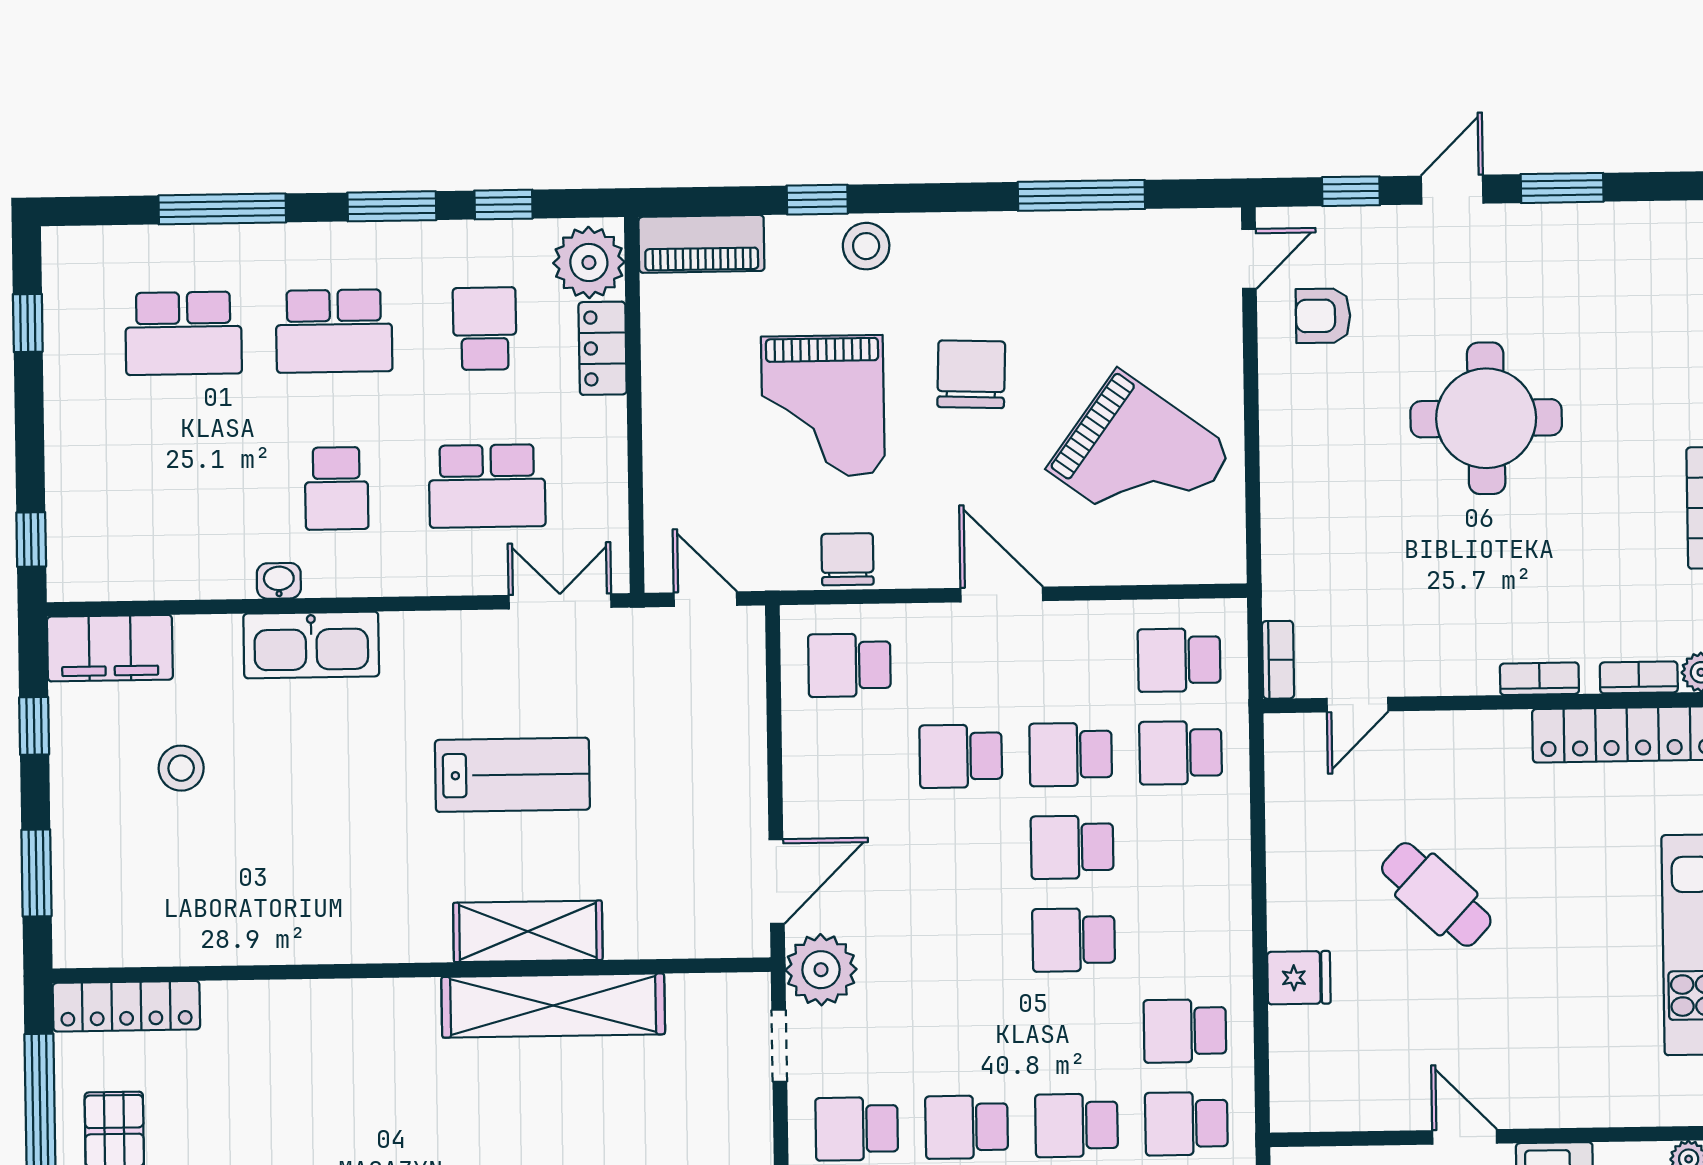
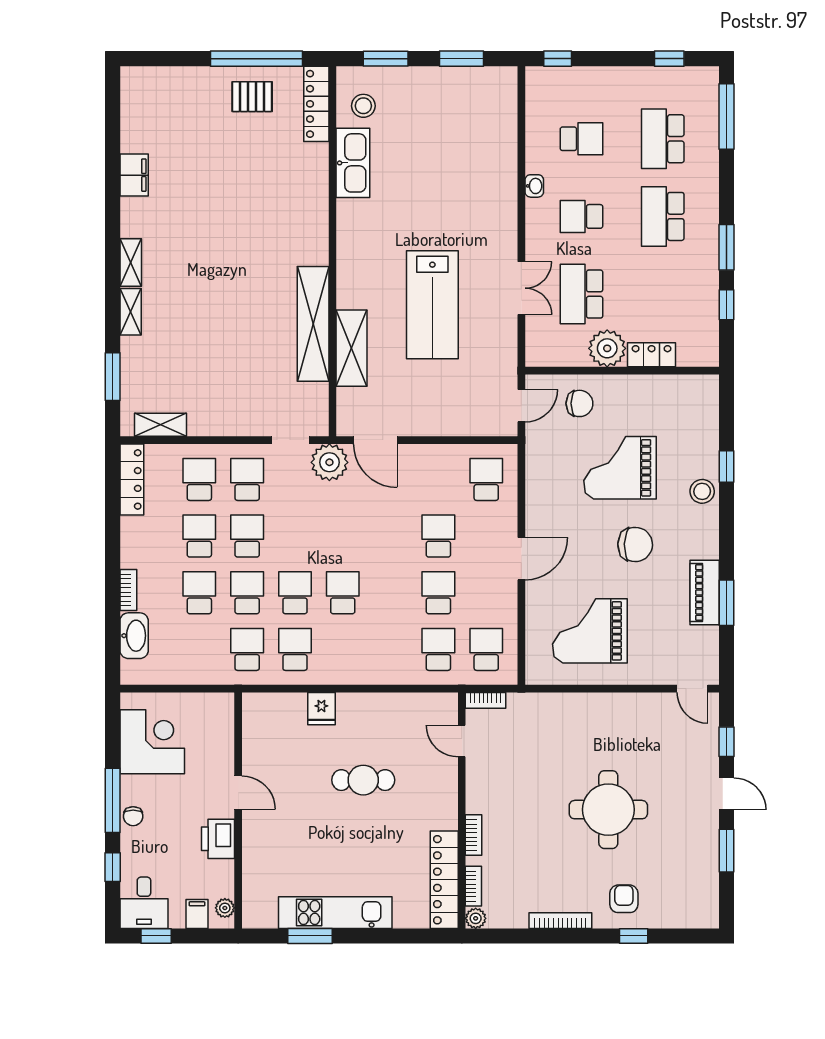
window: (1081, 195) -> (726, 603), width x0.69
window: (222, 209) -> (726, 117), moved
piano: (701, 244) -> (705, 592), moved
plant: (589, 262) -> (607, 348), moved
armchair: (1323, 316) -> (624, 899), moved
school desk: (485, 329) -> (581, 139), moved
grand piano: (1140, 459) -> (590, 631), turned 54
chair: (848, 559) -> (579, 403), moved
double door: (560, 601) -> (521, 288), moved
kitchen sink: (311, 645) -> (353, 163), moved, turned 180
filing cabinet: (110, 648) -> (501, 98), removed
window: (34, 726) -> (462, 59), width x1.50
stool: (181, 768) -> (363, 106), moved
lab bench: (512, 775) -> (432, 305), width x1.36, depth x1.39
school desk: (1072, 847) -> (295, 593), moved
cafe table: (1436, 894) -> (363, 780), turned 47
shelving: (528, 931) -> (352, 348), moved
door: (1465, 1137) -> (238, 793), hinge flipped

